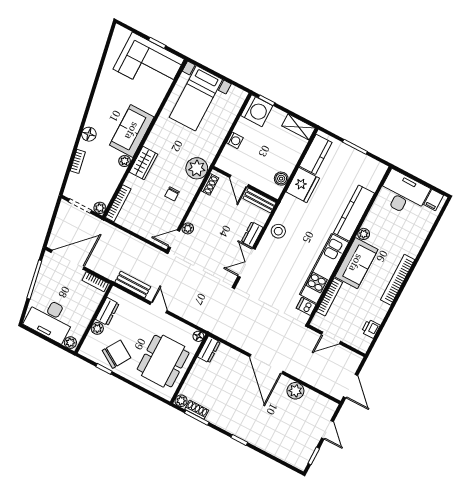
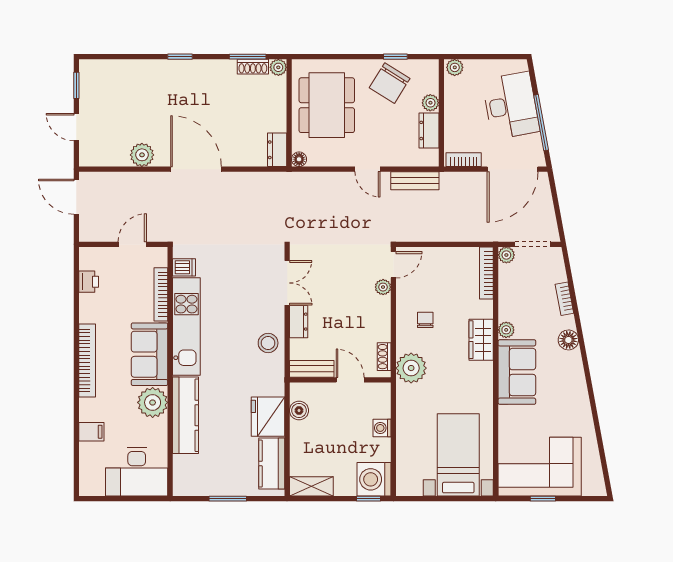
filing cabinet: (434, 200) -> (91, 432), moved, turned 90
plant: (364, 234) -> (153, 402), width x1.88, depth x1.88
desk: (50, 319) -> (511, 105), moved, turned 80

